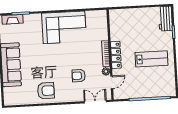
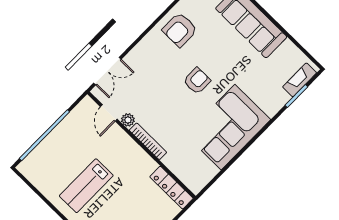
locker: (116, 55) -> (171, 188), moved
armchair: (79, 76) -> (197, 81), moved

